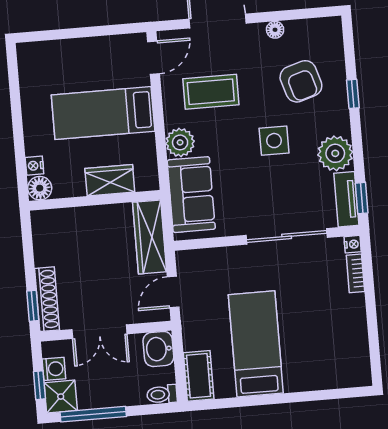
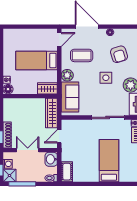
wardrobe: (110, 180) -> (47, 88), moved
double door: (99, 332) -> (28, 150), swing flipped
bed: (256, 344) -> (109, 161), moved

